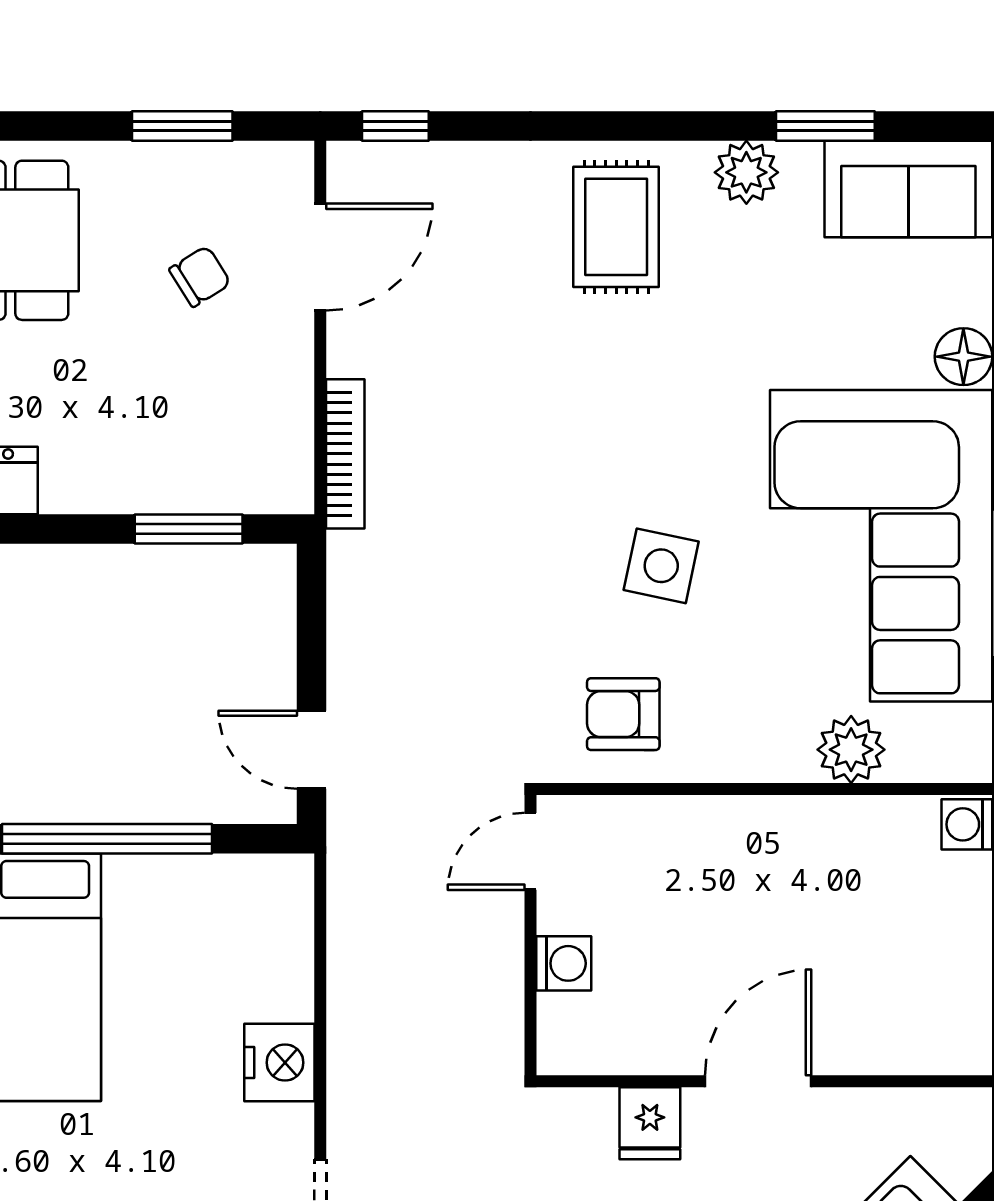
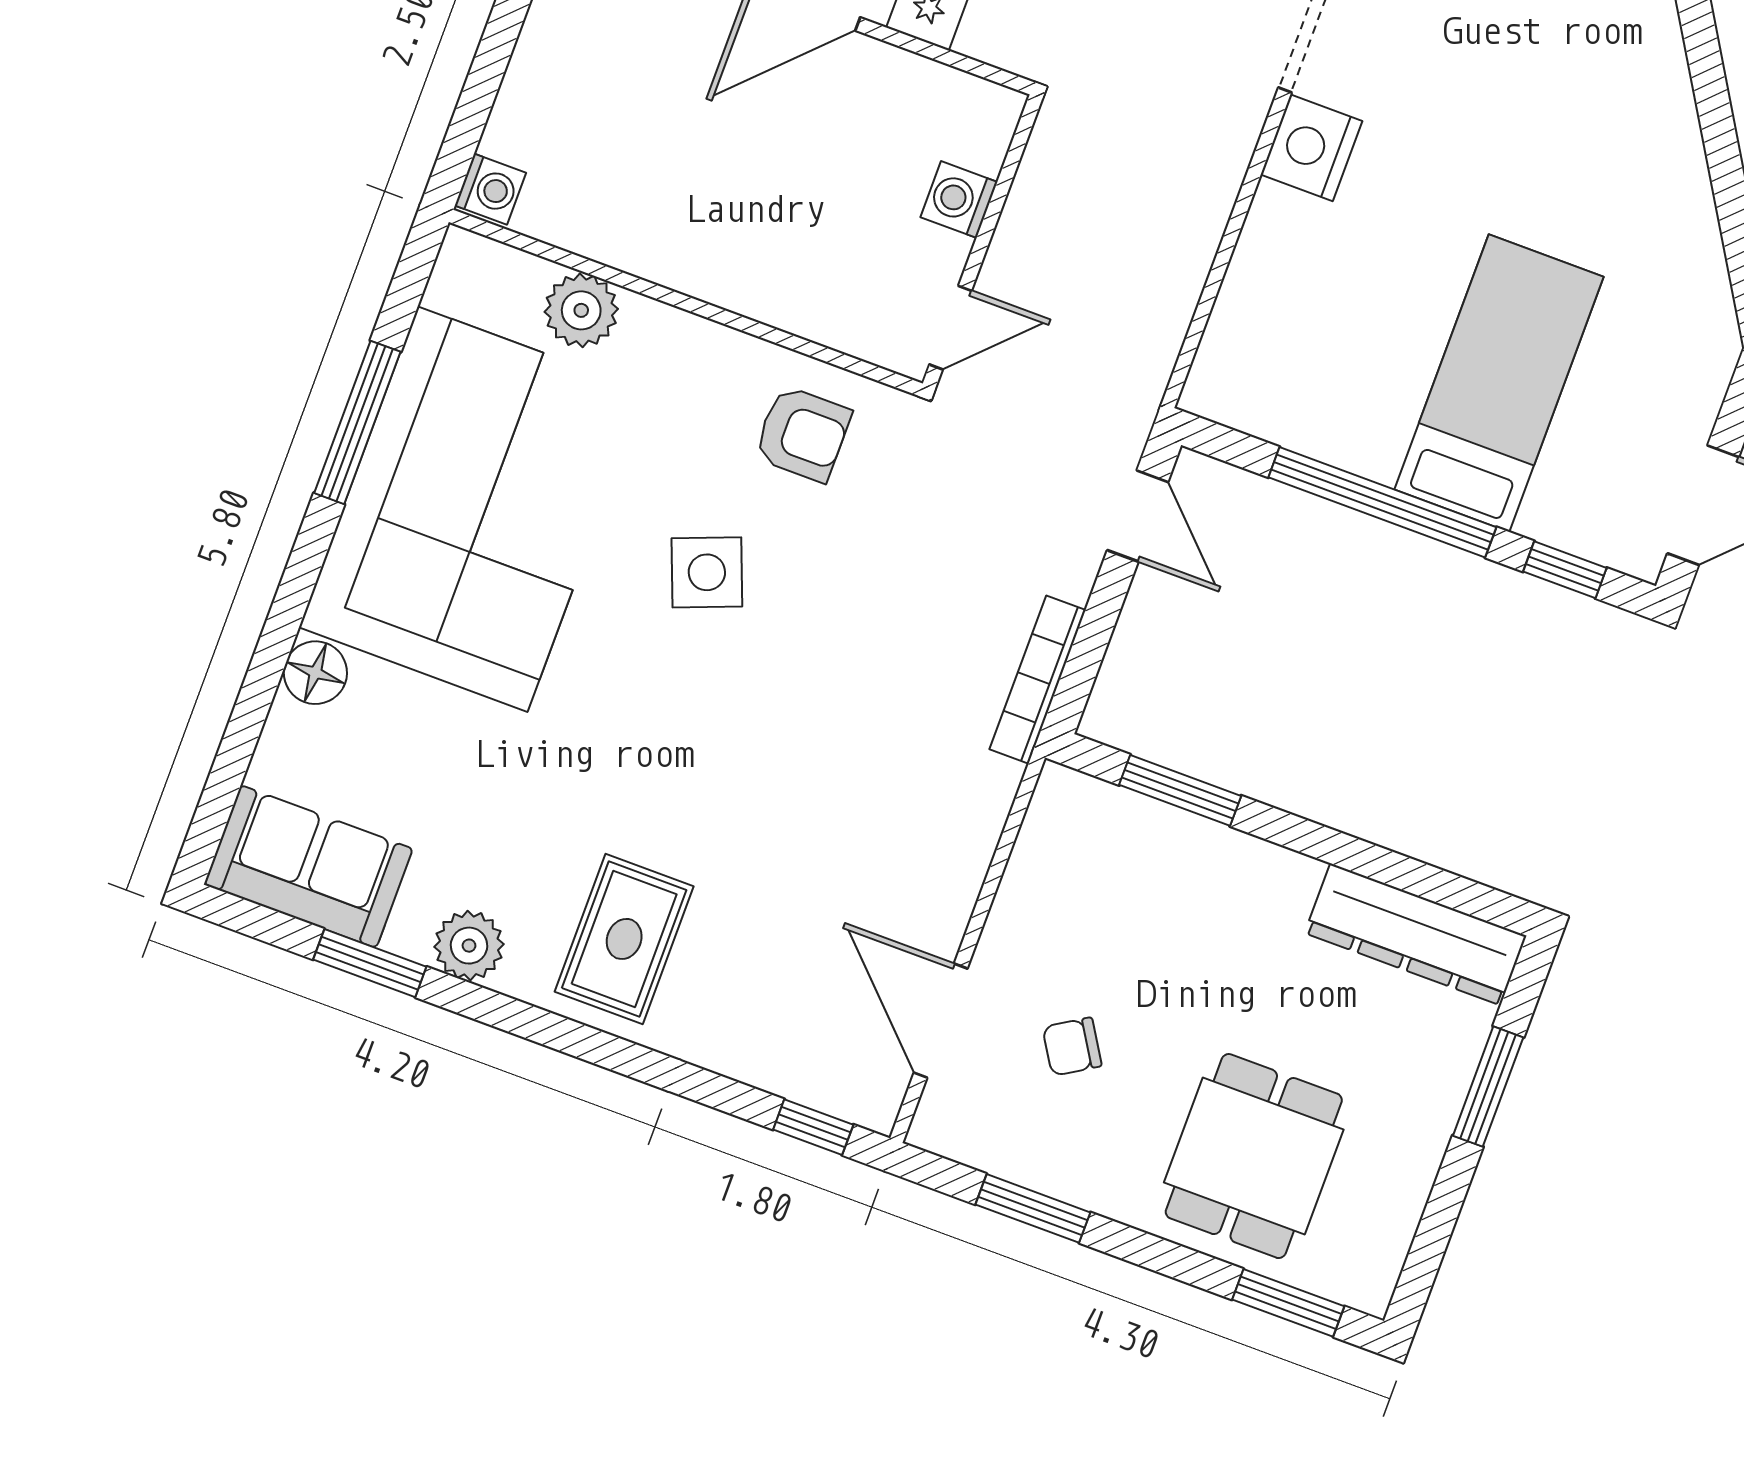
door: (320, 257) -> (941, 1021), hinge flipped
bookcase: (345, 454) -> (1038, 680), moved
side table: (661, 566) -> (707, 572), turned -33
nightstand: (279, 1063) -> (1311, 148), moved

